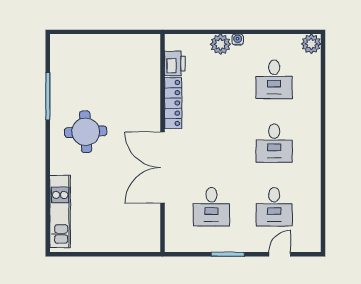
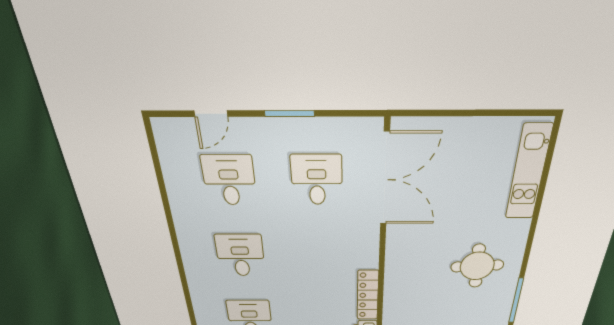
double door: (163, 168) -> (385, 180), moved

